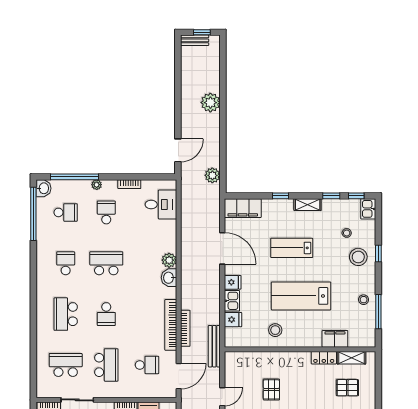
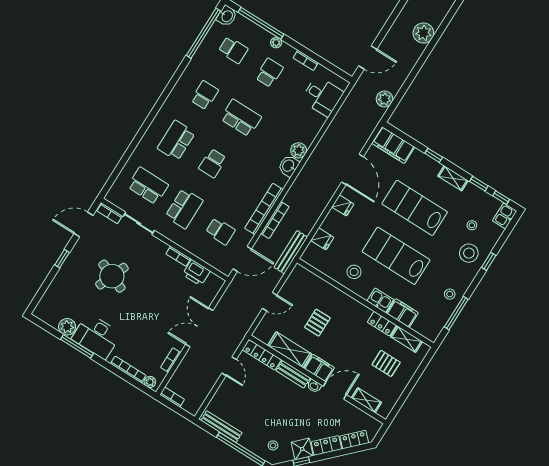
lab bench: (292, 248) -> (415, 208), width x1.36, depth x1.39
kitchen sink: (232, 301) -> (380, 300), moved, turned -90

